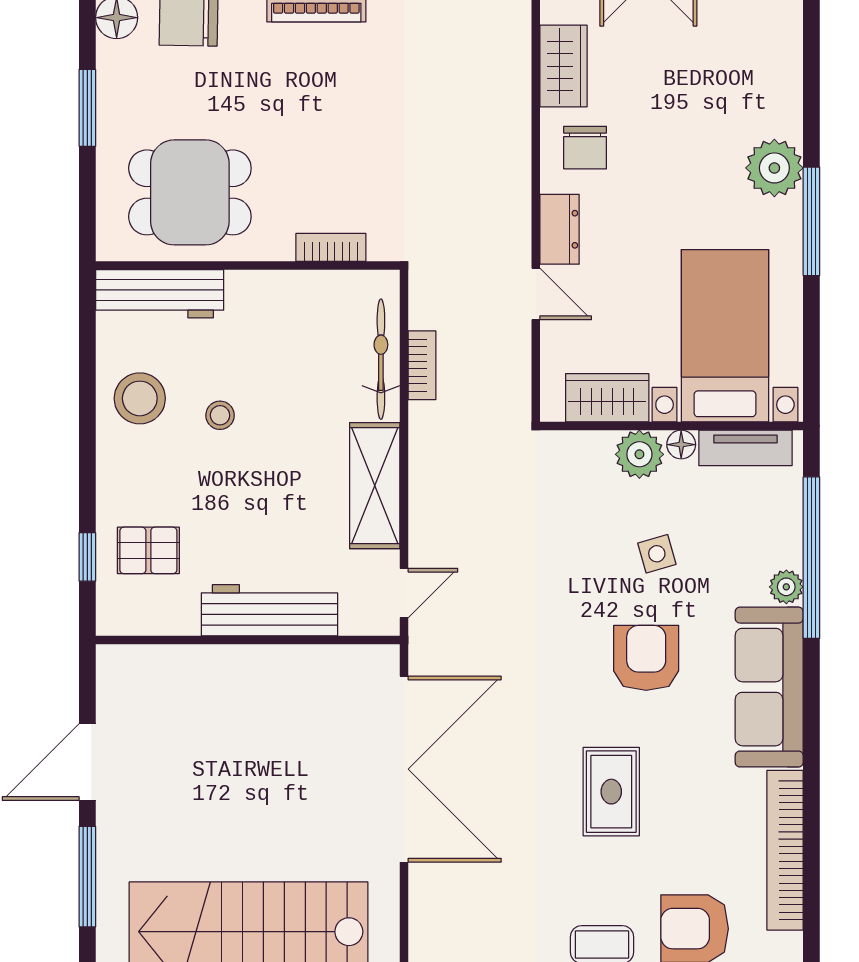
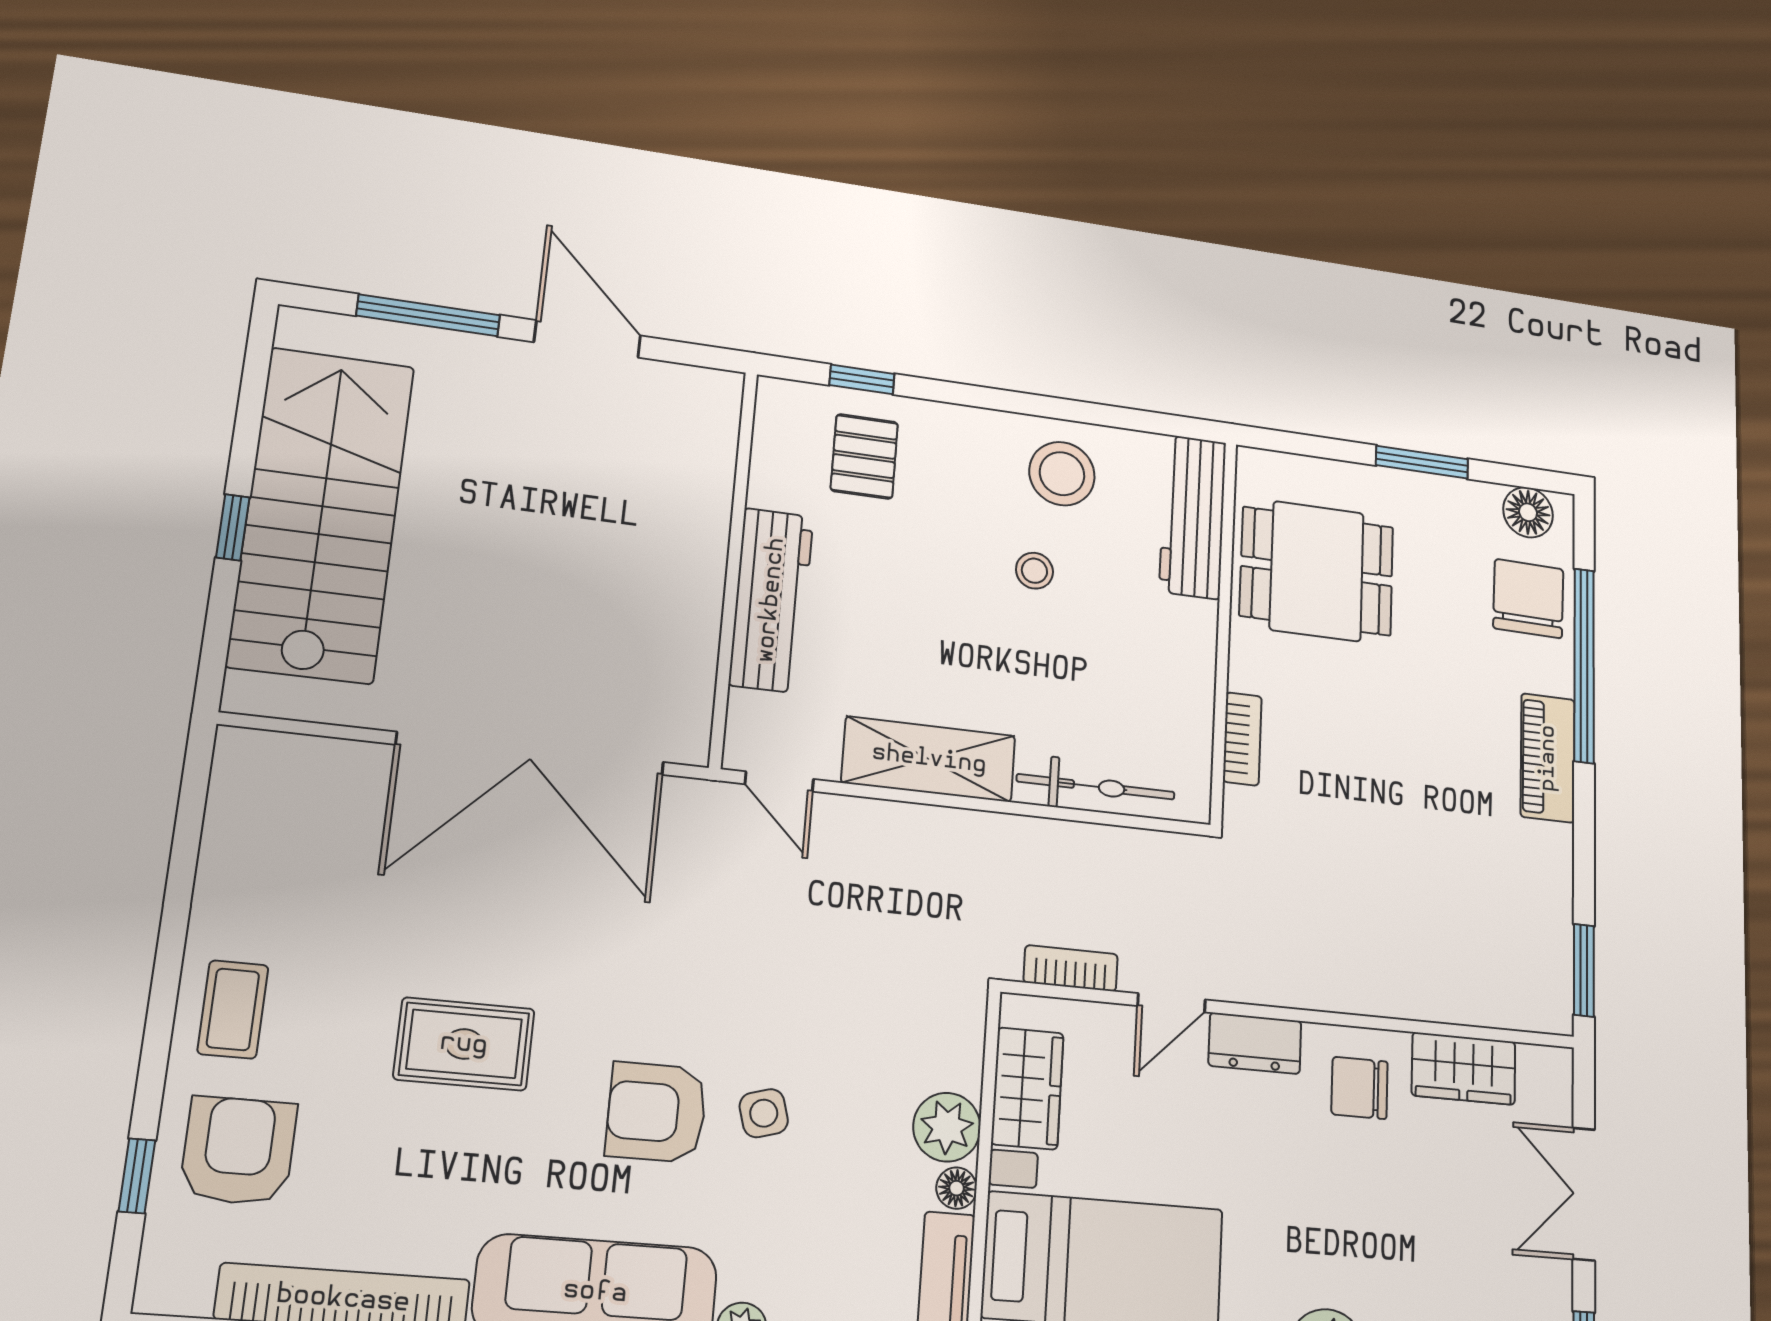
dining table: (190, 192) -> (1317, 571), turned 90
bookcase: (422, 365) -> (1071, 968), moved, turned 180
side table: (657, 554) -> (764, 1113), moved
armchair: (646, 658) -> (656, 1112), turned 180

